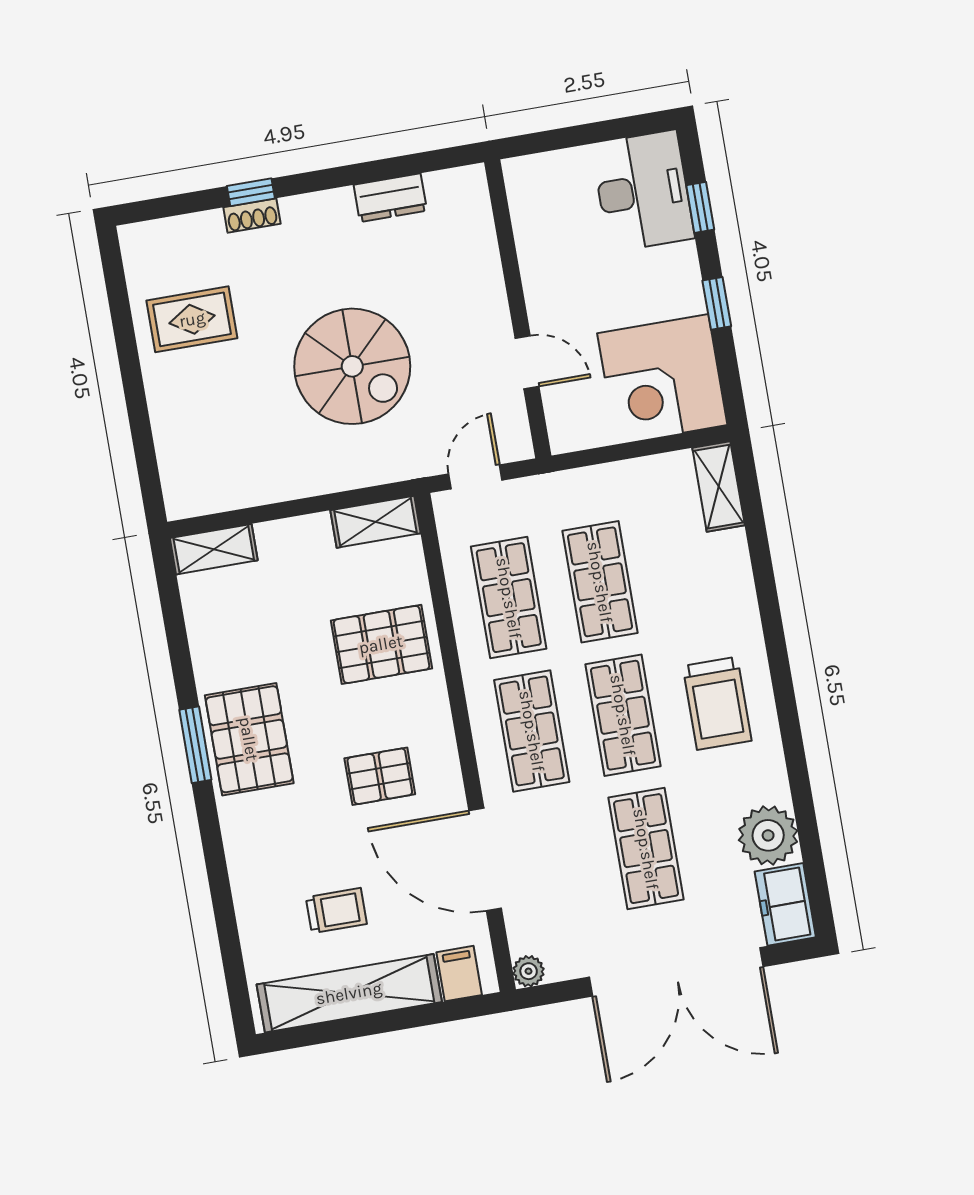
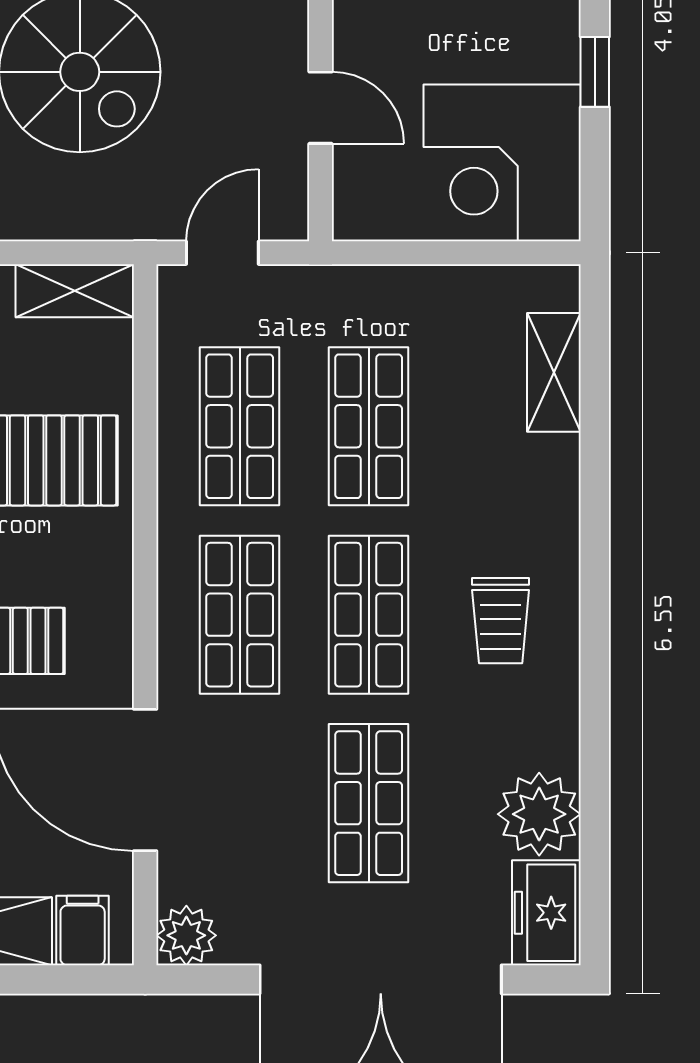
shelving: (719, 487) -> (554, 372), moved
trolley: (717, 703) -> (501, 621), width x0.73, depth x0.72
plant: (529, 971) -> (186, 935), width x1.38, depth x1.38

